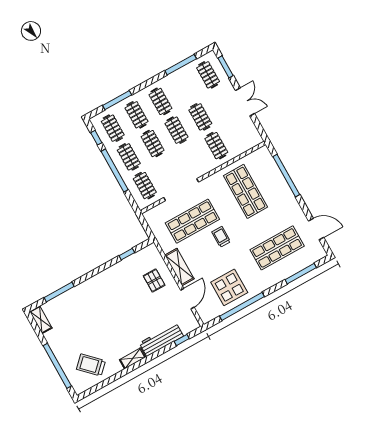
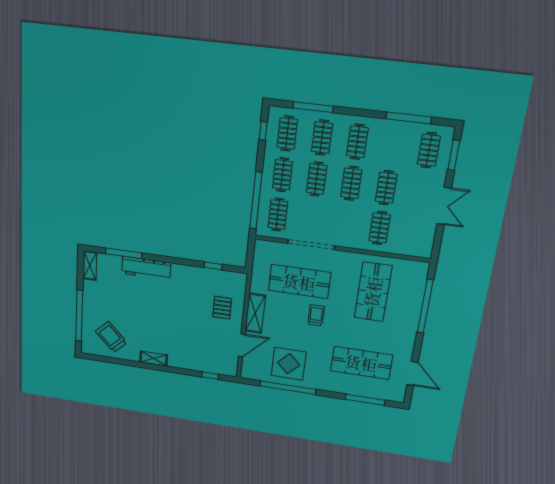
window: (115, 171) -> (256, 200), moved
workbench: (161, 340) -> (146, 268), moved, turned 180

